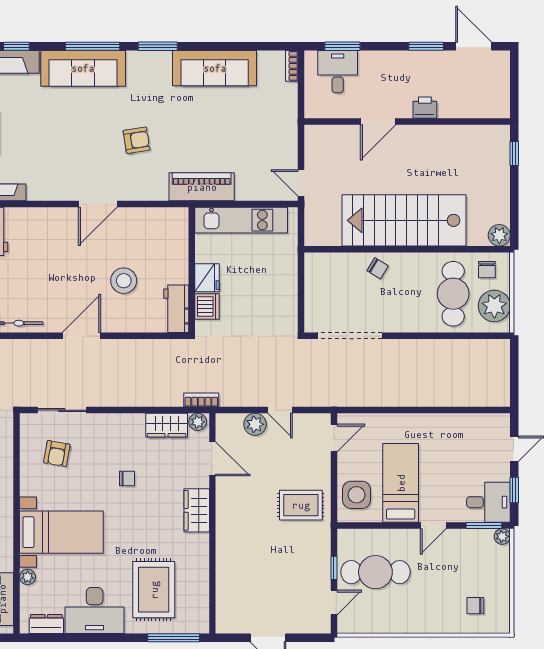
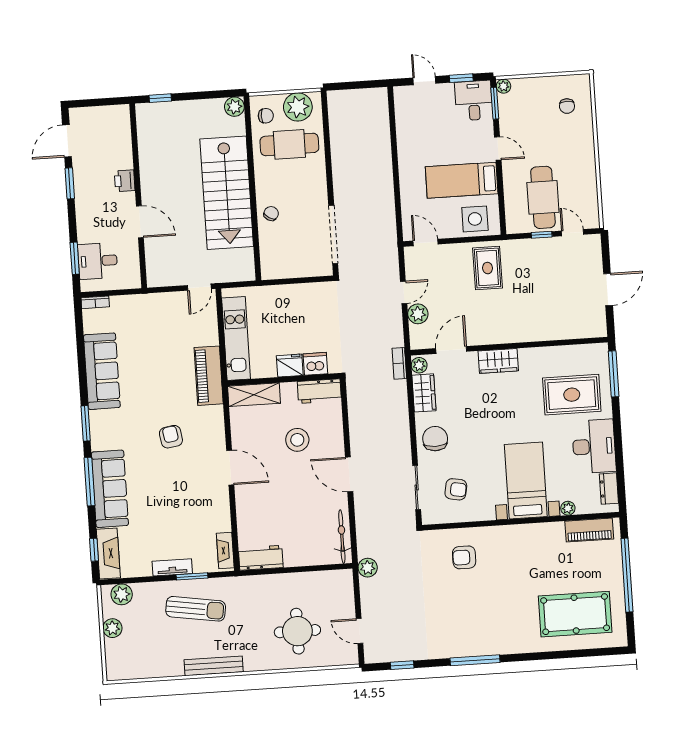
shelving: (177, 236) -> (254, 395), added
chair: (127, 479) -> (435, 439), moved, width x1.87, depth x1.87

